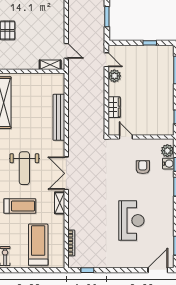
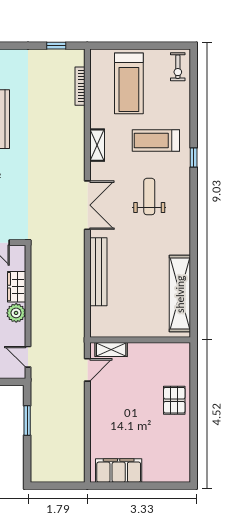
door: (66, 51) -> (87, 370), swing flipped
plant: (114, 76) -> (16, 313), moved
weight bench: (24, 168) -> (149, 197), width x0.73, depth x0.75
double door: (66, 173) -> (87, 205), moved

